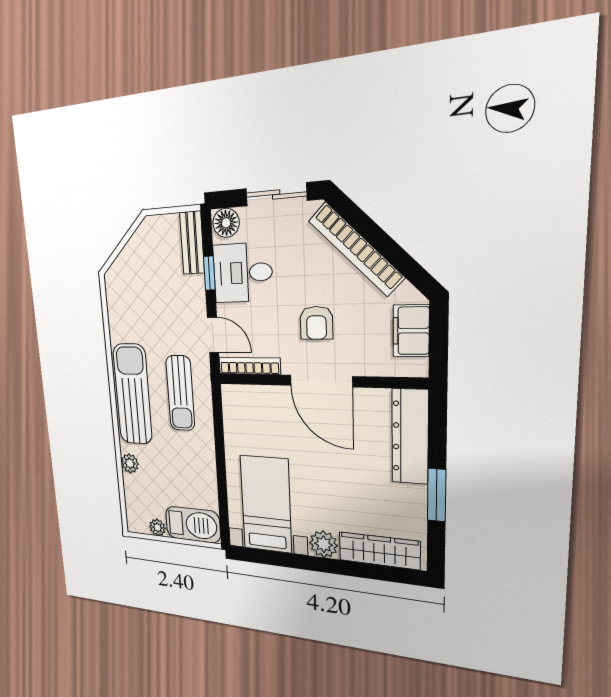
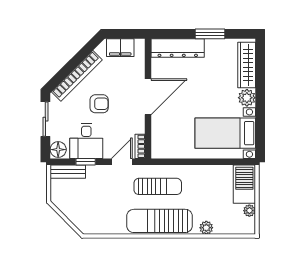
armchair: (316, 323) -> (99, 104), moved
bookcase: (249, 366) -> (140, 146), width x0.64

